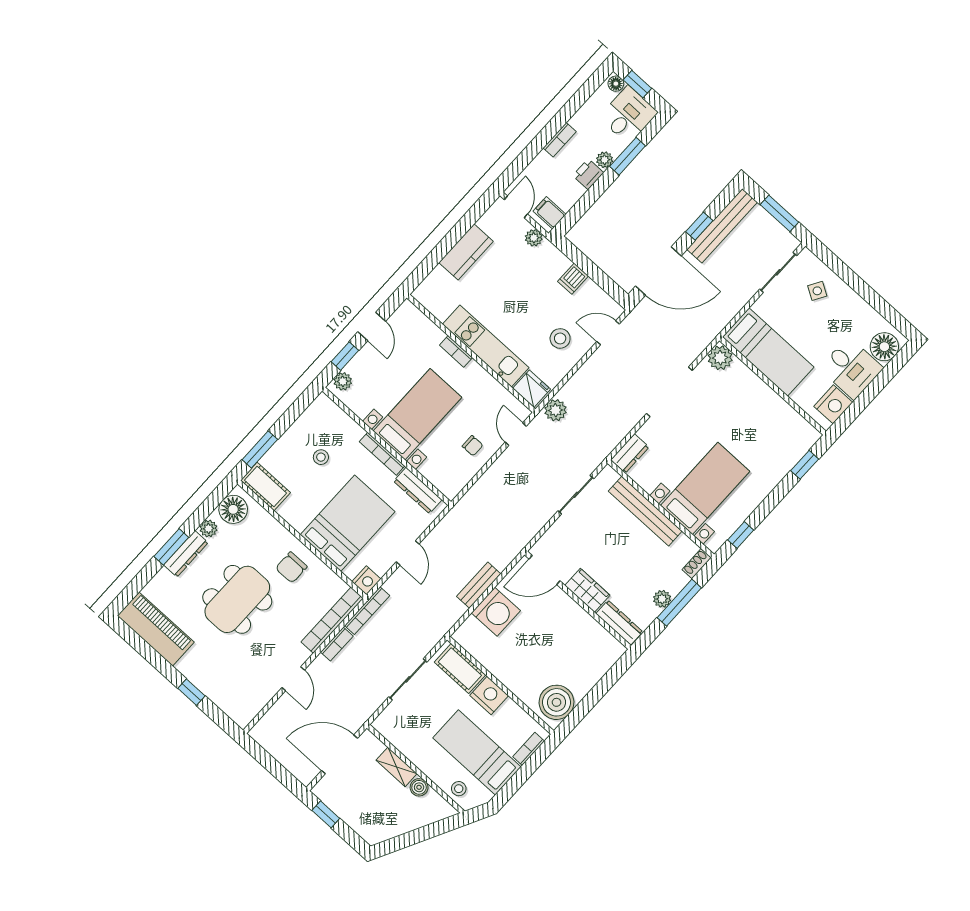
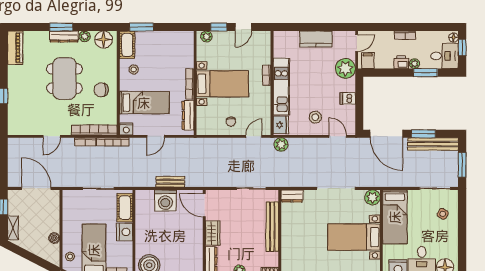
window: (699, 226) -> (423, 134), width x1.50
plant: (534, 238) -> (345, 68), width x1.88, depth x1.88
stool: (321, 457) -> (134, 70), moved
bed with nightstands: (705, 488) -> (354, 237), moved, turned 180
bed: (348, 523) -> (144, 103), width x0.67
dining table: (237, 599) -> (64, 79), turned 90
piano: (156, 629) -> (15, 48), width x0.73, depth x0.75
shelving: (396, 767) -> (13, 228), moved

